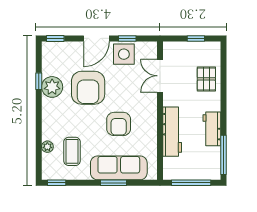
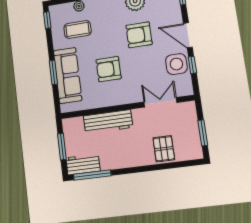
window: (196, 38) -> (203, 133), width x1.50
pallet: (206, 79) -> (164, 149), turned 90
armchair: (88, 88) -> (139, 35), width x0.73, depth x0.73
workbench: (212, 129) -> (83, 164), moved
window: (191, 183) -> (62, 147), width x0.69

